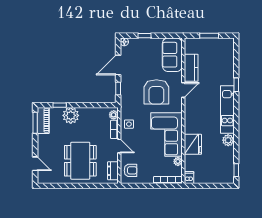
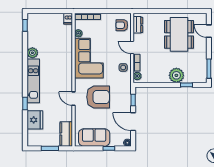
sofa: (172, 55) -> (94, 137), moved, turned -90
door: (118, 65) -> (133, 122), swing flipped
kitchen counter: (191, 68) -> (66, 134), moved
door: (183, 90) -> (73, 99), hinge flipped
armchair: (156, 92) -> (98, 97), turned 90
piano: (43, 120) -> (202, 71), removed
fridge: (193, 144) -> (35, 120), moved, turned 180
dining table: (80, 161) -> (179, 34), moved

